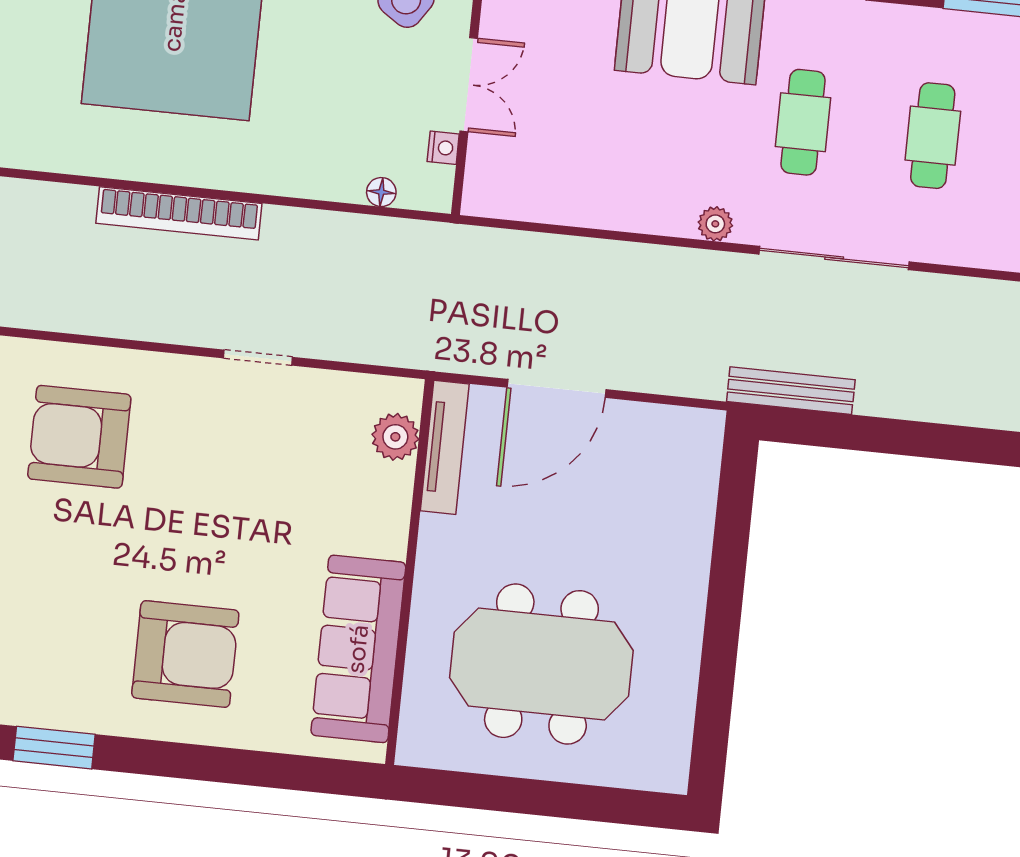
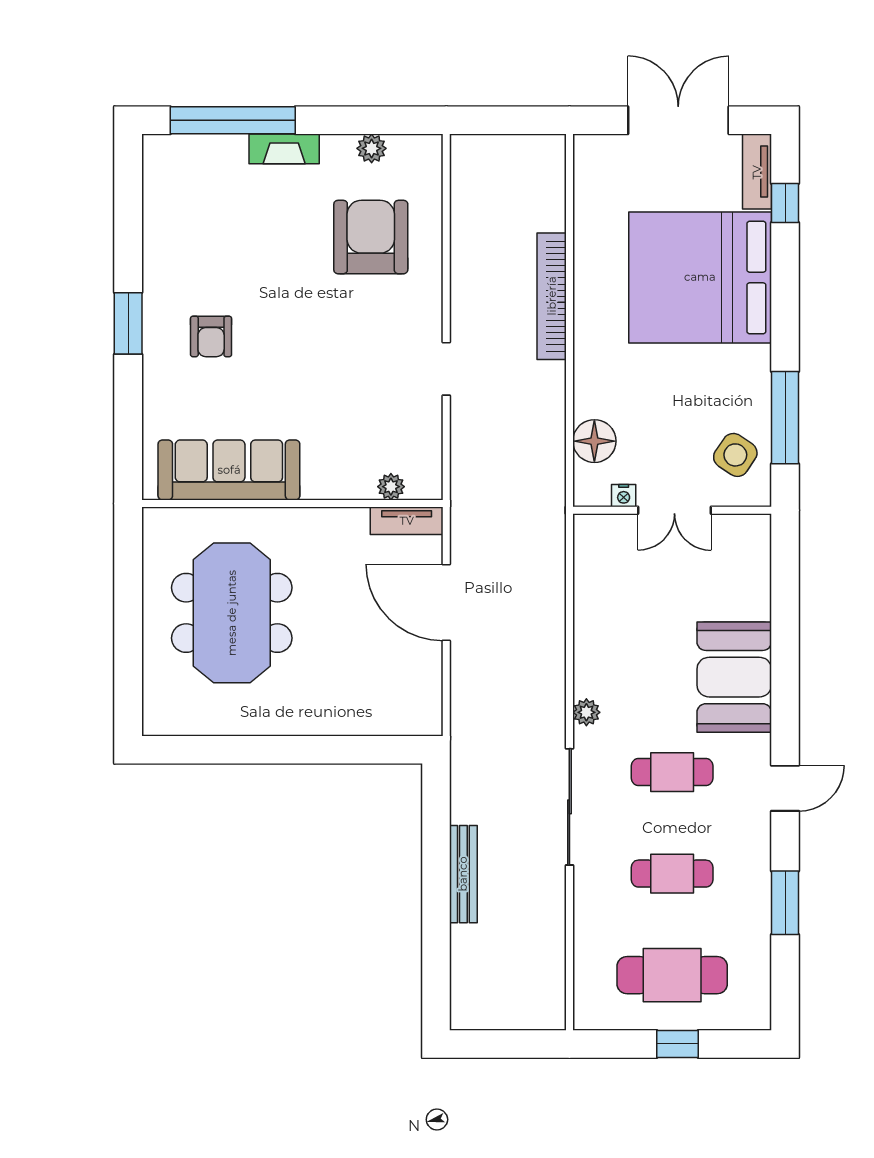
floor lamp: (381, 192) -> (594, 441), width x1.89, depth x1.89
bench: (791, 391) -> (463, 874), moved
plant: (395, 437) -> (391, 487), width x0.73, depth x0.73
tv unit: (445, 447) -> (407, 521), width x0.71
armchair: (185, 654) -> (211, 336), width x0.53, depth x0.53
window: (54, 748) -> (128, 323), moved

